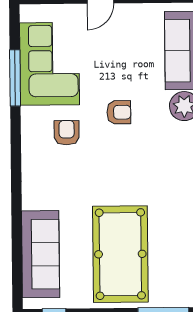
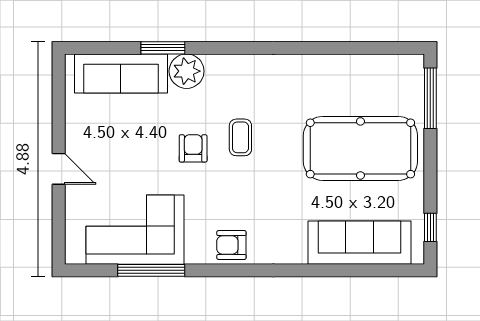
armchair: (67, 133) -> (231, 245), moved
coffee table: (129, 152) -> (240, 137), added

